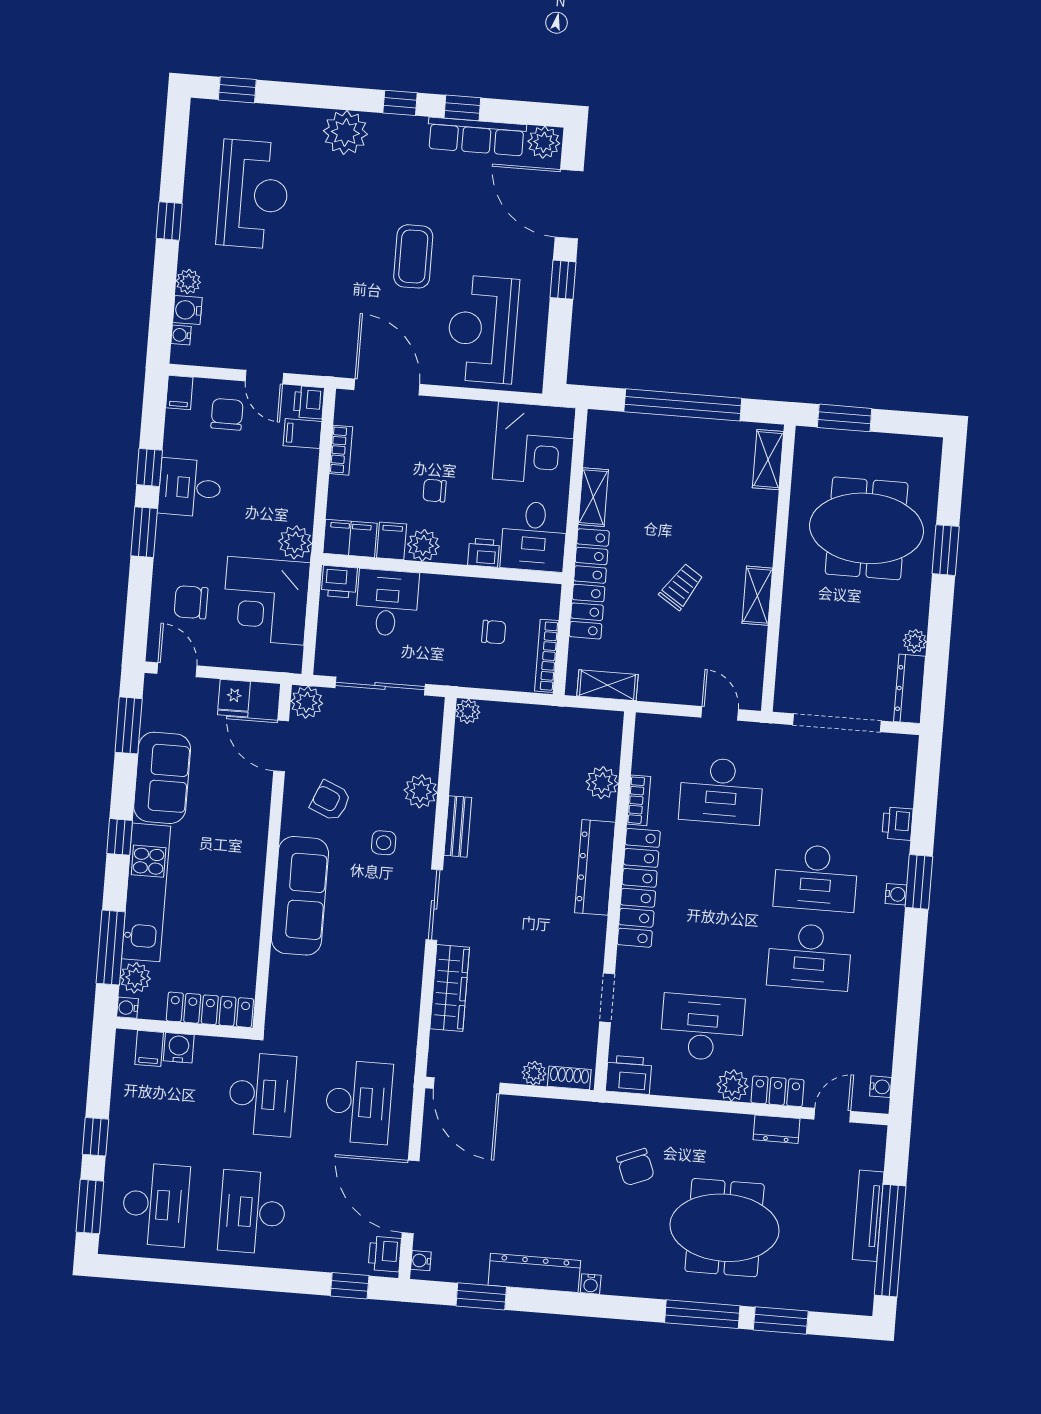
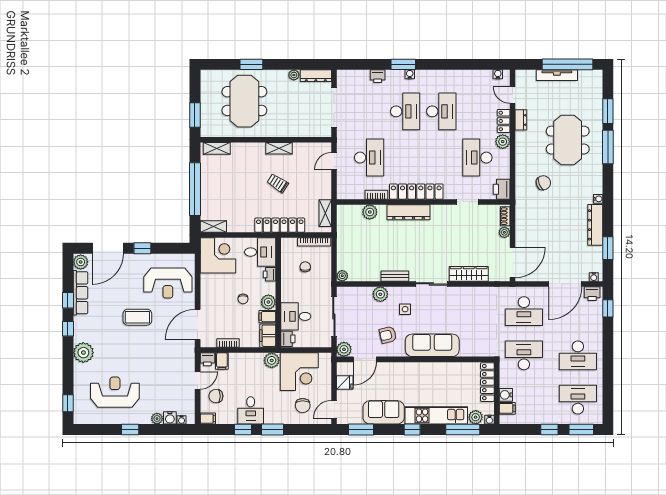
shelving: (593, 497) -> (213, 226), moved
armchair: (330, 801) -> (388, 335), turned 53
desk: (359, 1102) -> (524, 311), turned 180

